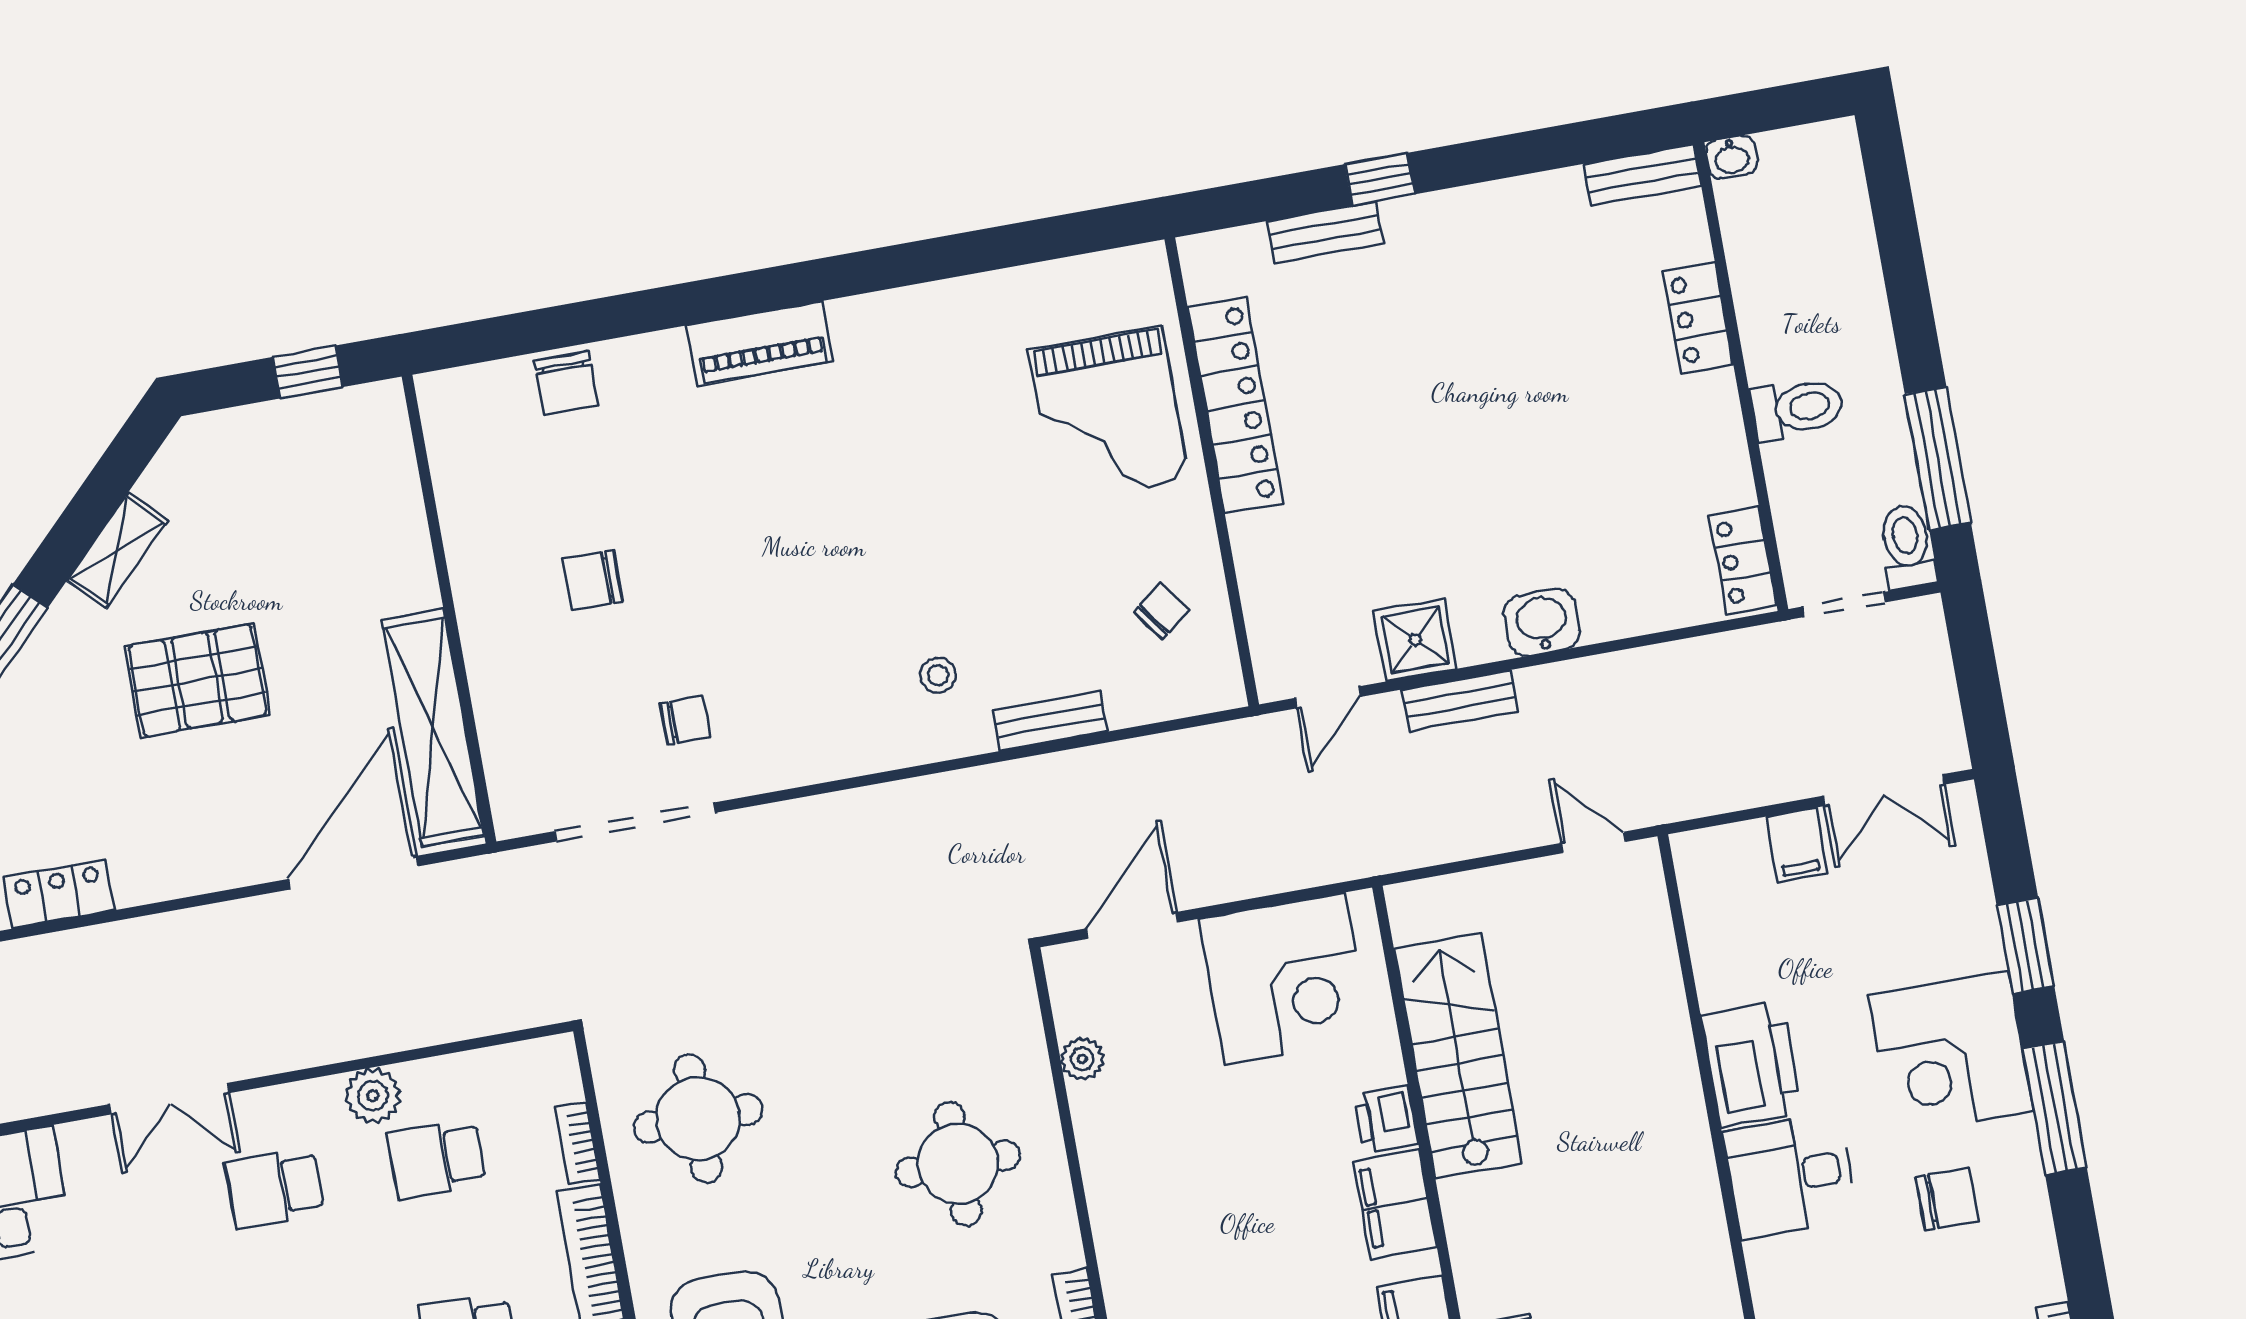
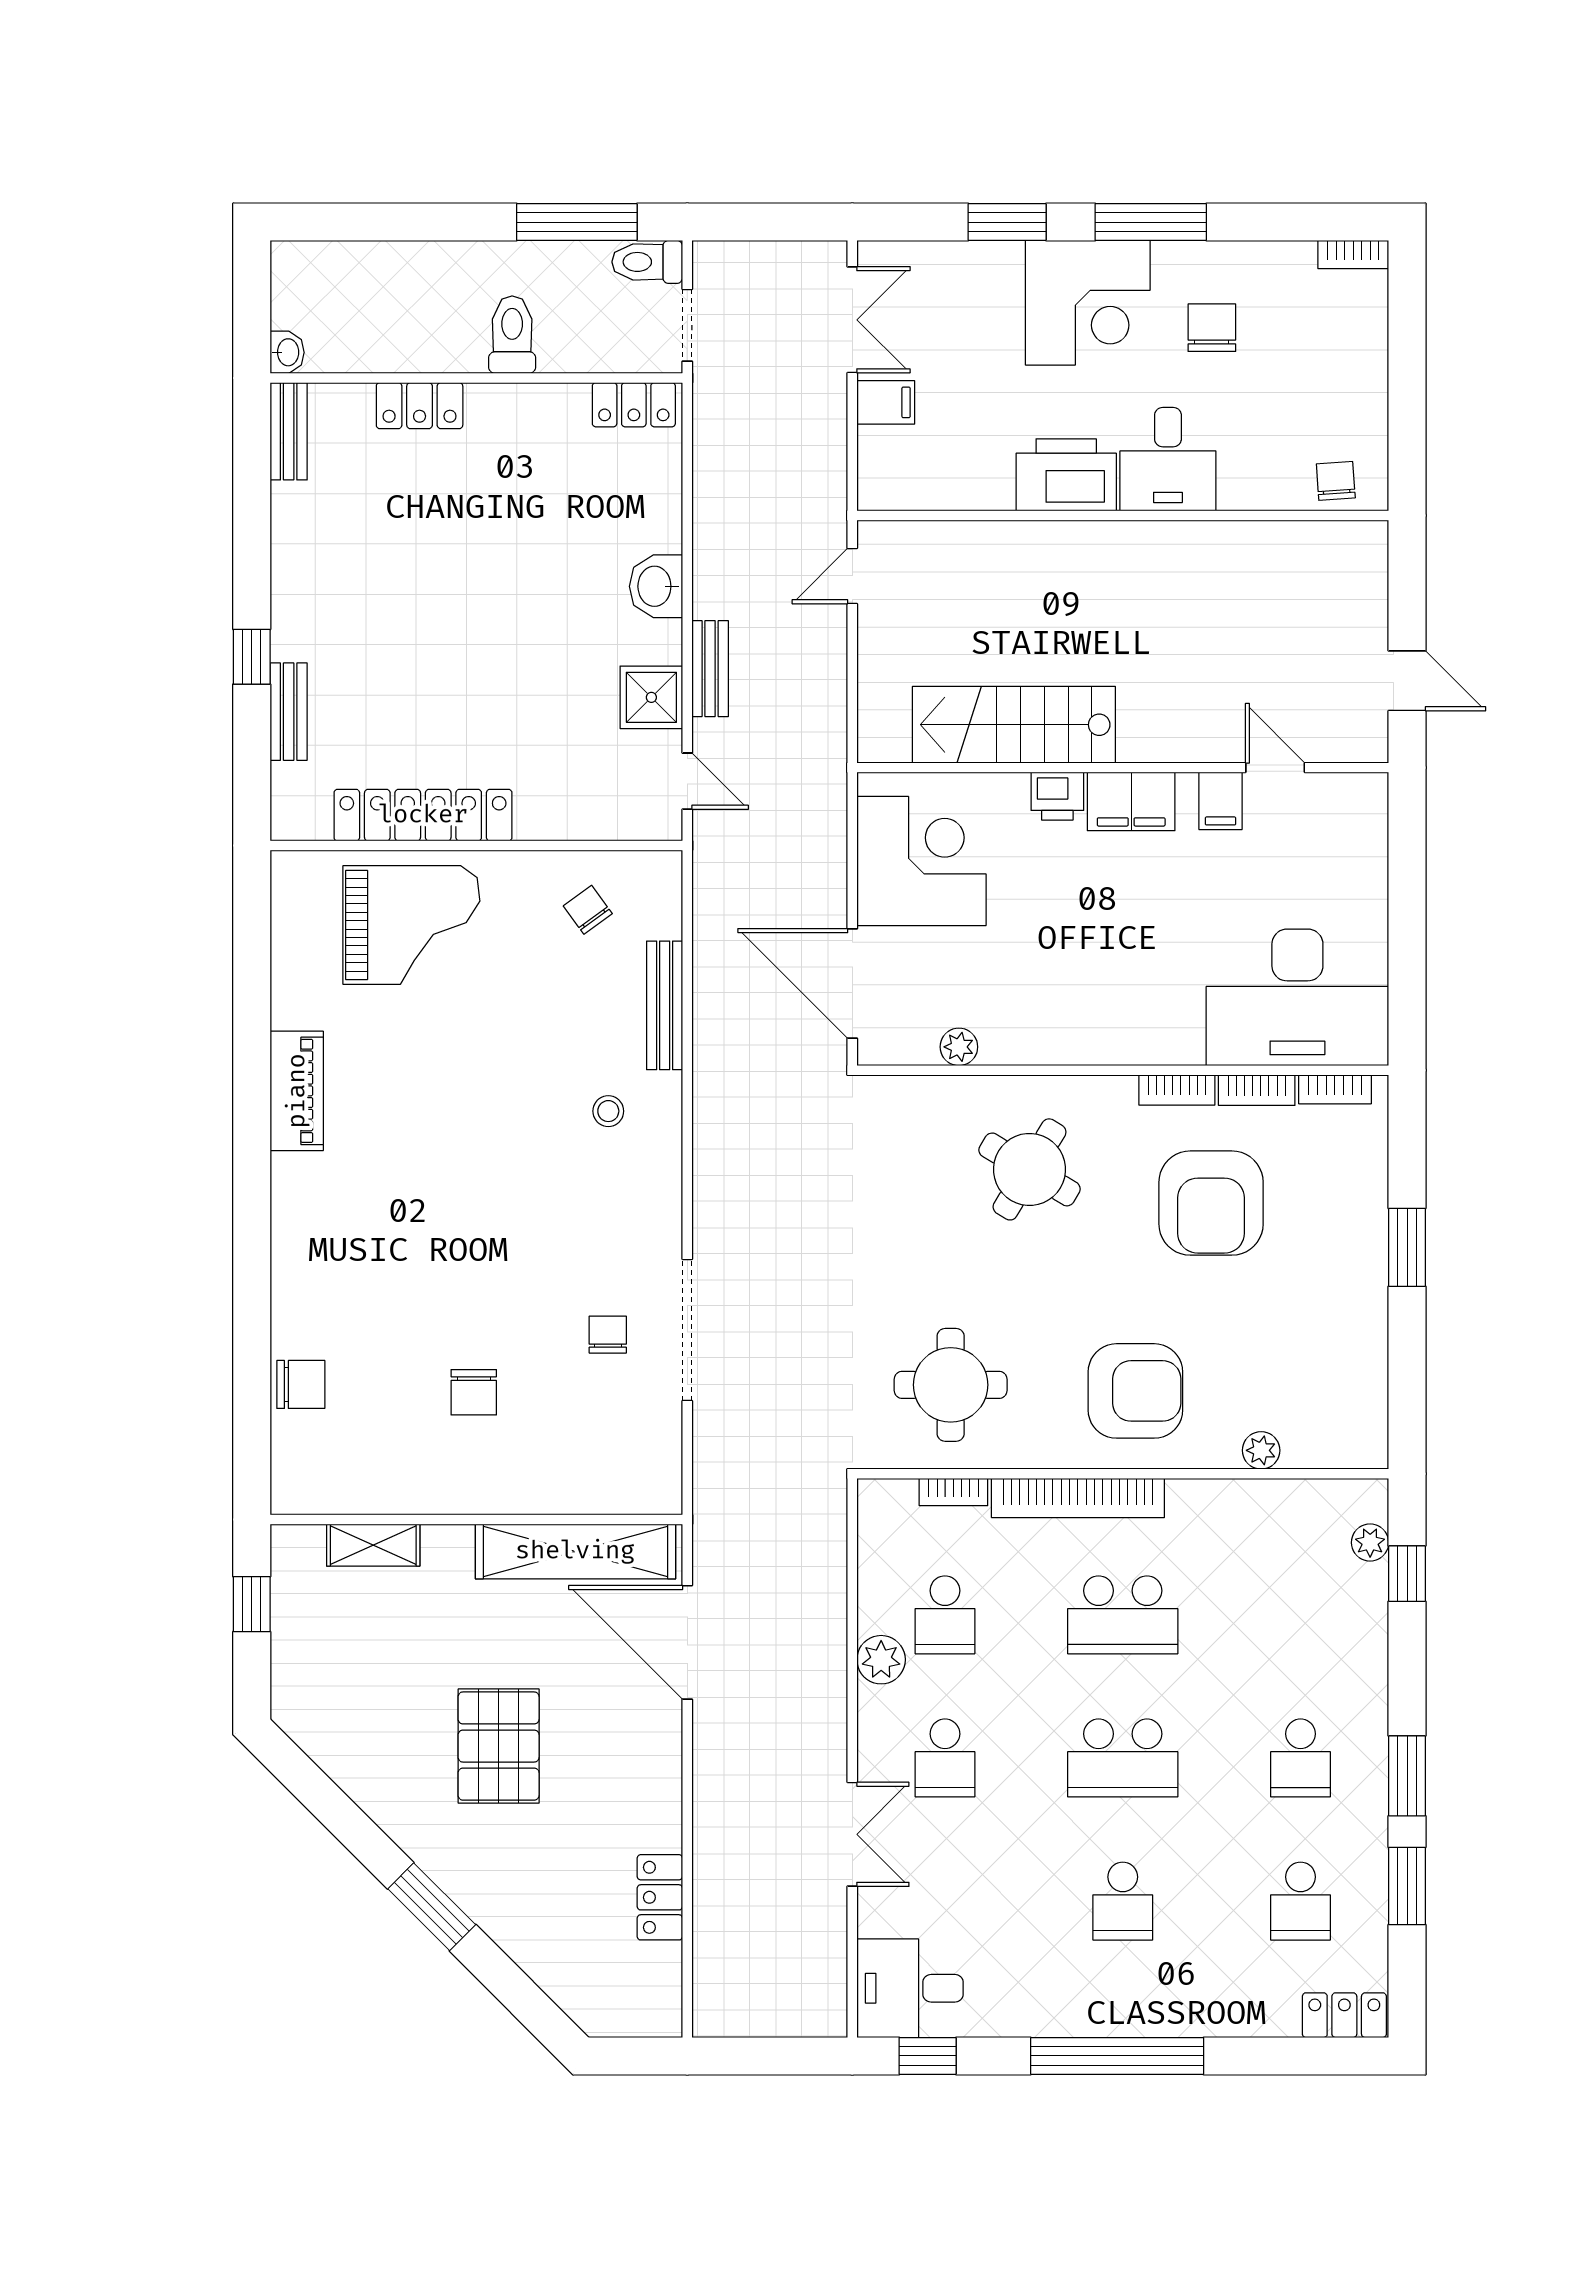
piano: (760, 343) -> (297, 1091), moved
shelving: (117, 551) -> (373, 1545), moved, turned -45
bench: (1050, 721) -> (665, 1005), width x1.36
doorway: (635, 822) -> (687, 1330), moved
door: (1132, 925) -> (852, 983), width x1.36
round table: (958, 1164) -> (1030, 1169), turned 31

